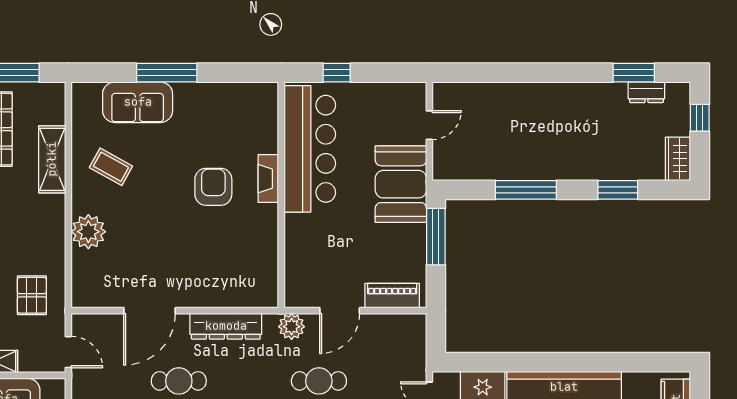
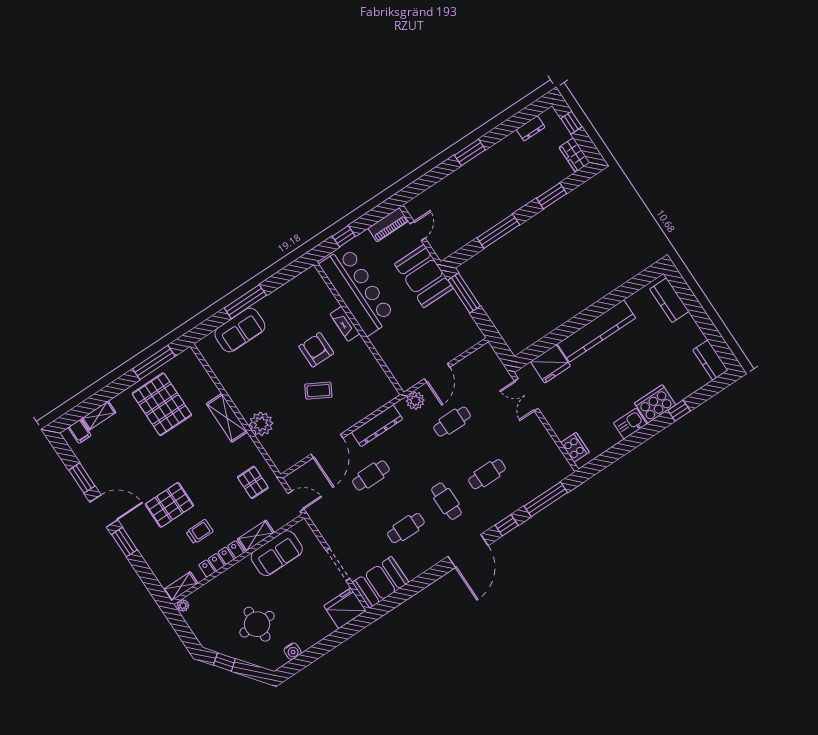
window: (634, 73) -> (470, 152), moved
shelving: (52, 159) -> (227, 418), moved
coffee table: (111, 167) -> (318, 391), moved
piano: (392, 296) -> (388, 225), moved, turned 180

